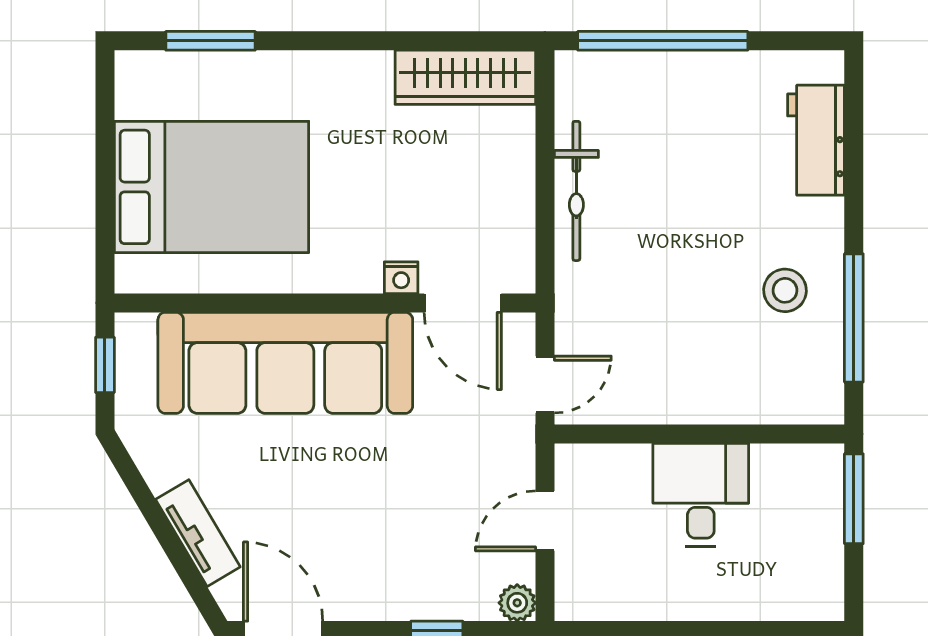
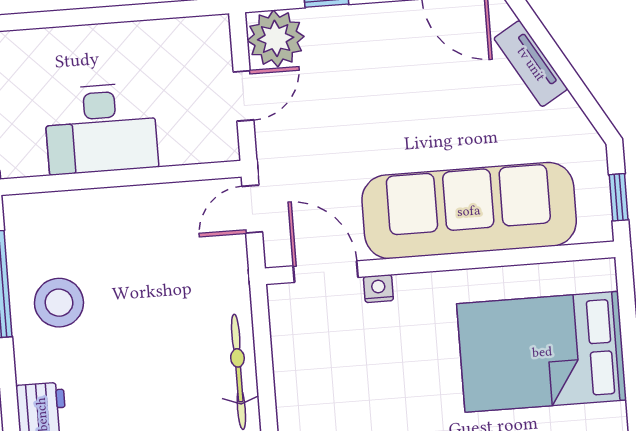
stool: (785, 290) -> (59, 303), width x1.38, depth x1.38
desk: (701, 495) -> (101, 129), width x1.37
plant: (517, 603) -> (276, 38), width x1.87, depth x1.87

